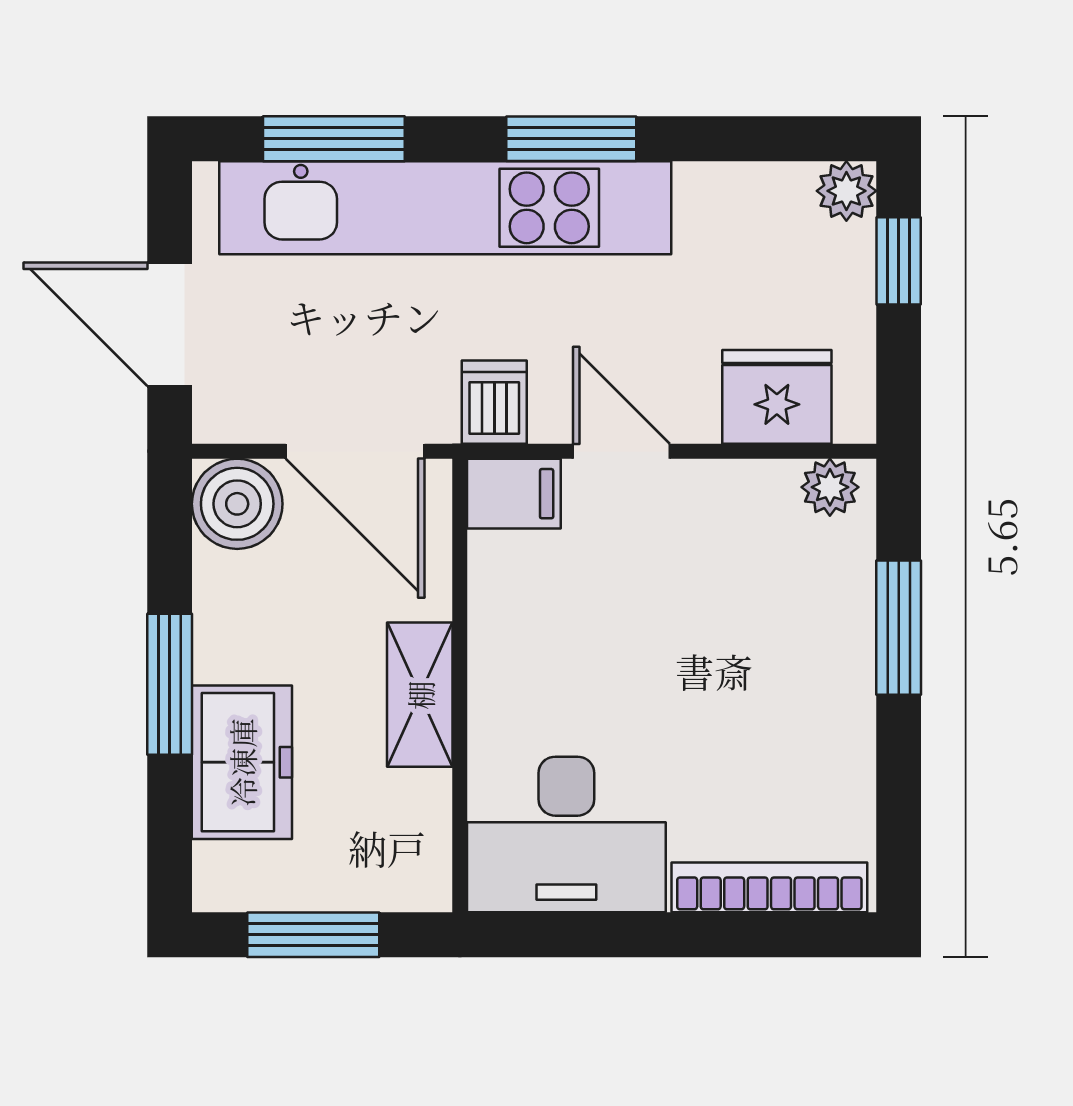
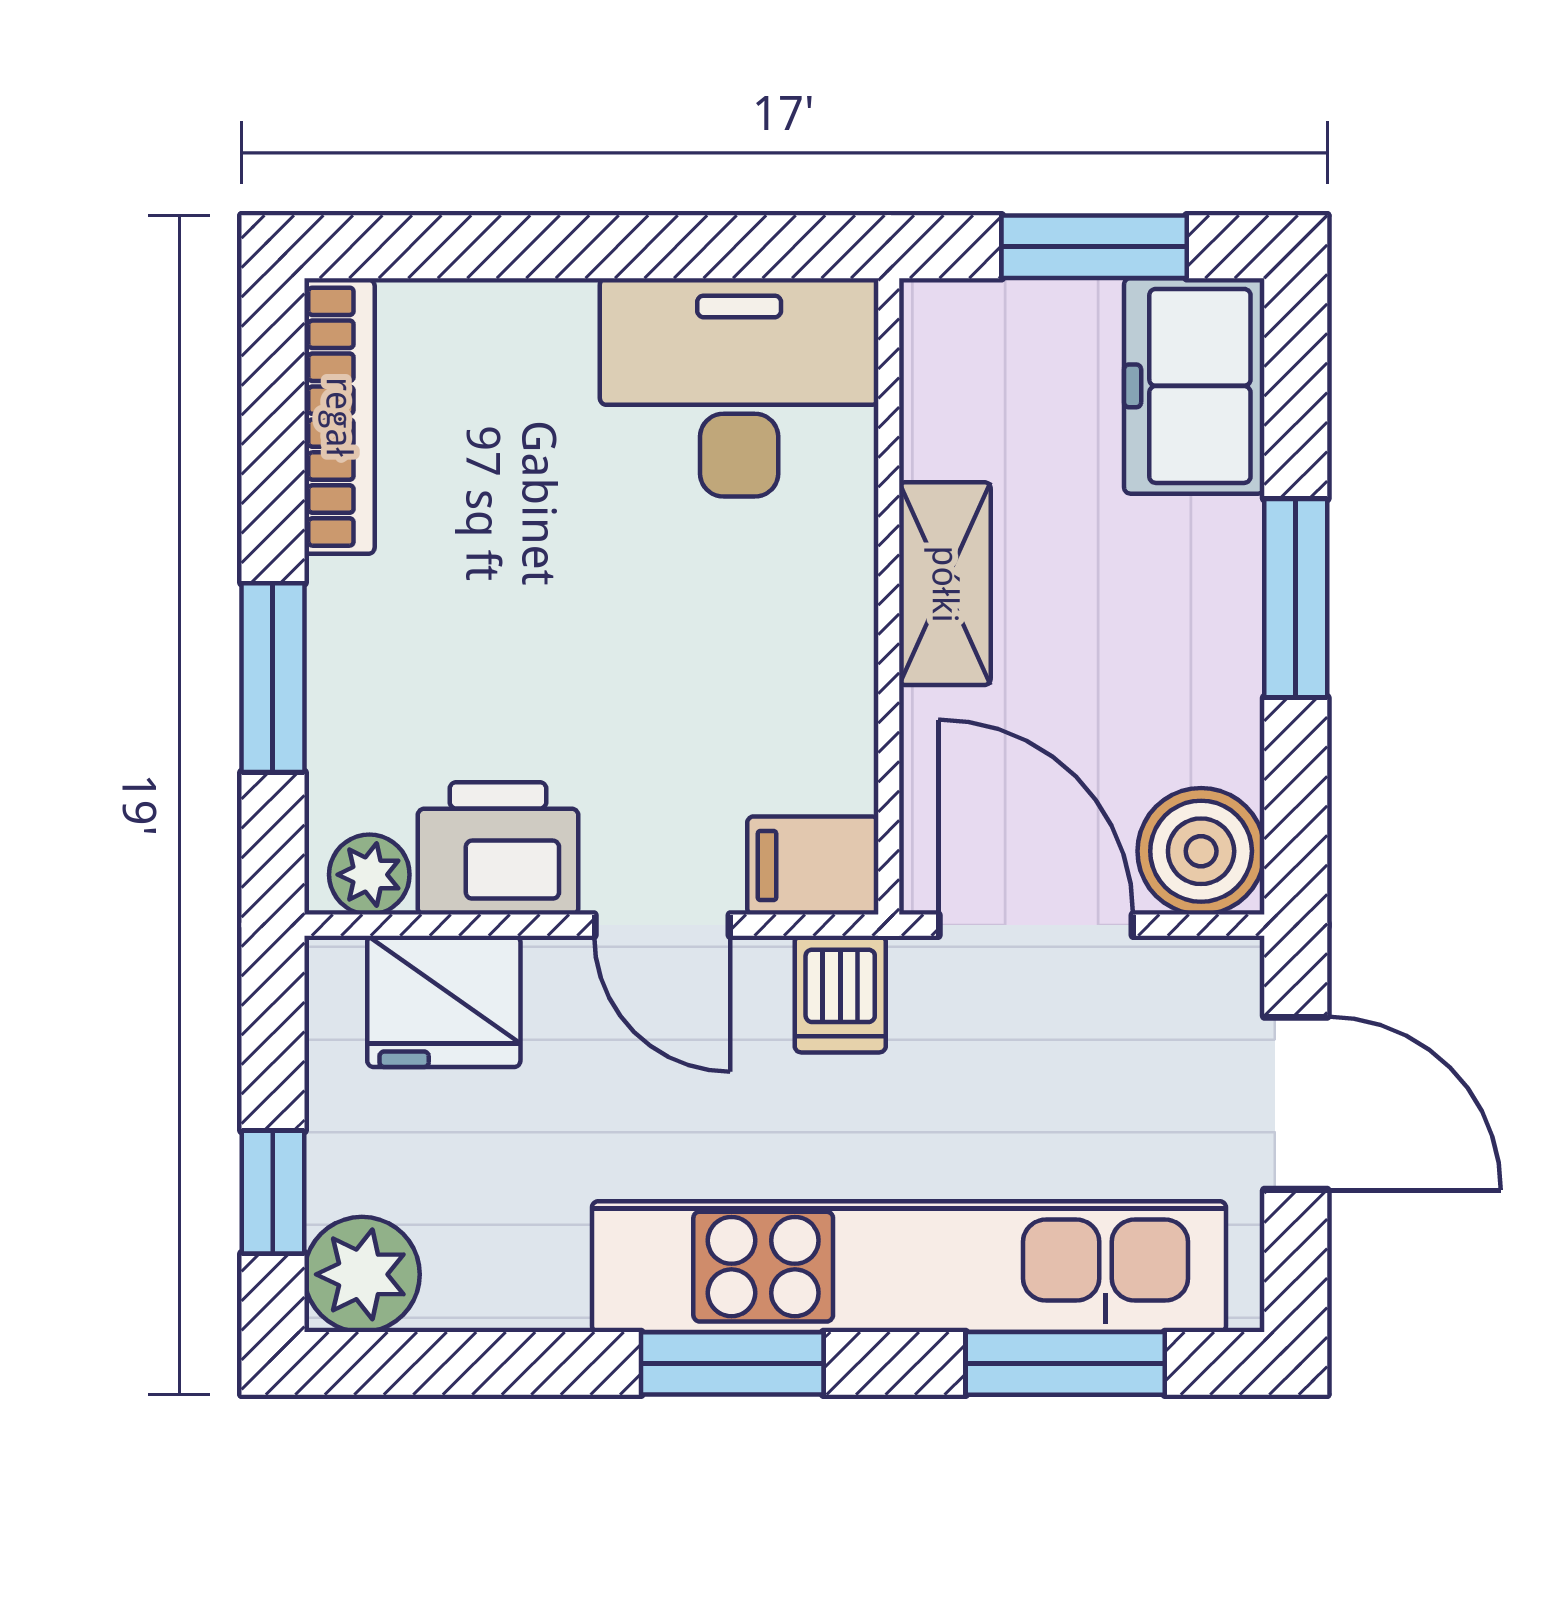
plant: (846, 191) -> (362, 1274), width x1.38, depth x1.38
printer: (738, 506) -> (498, 848), added
freezer: (242, 762) -> (1194, 386), moved
bookcase: (769, 887) -> (339, 417), moved, turned -90

